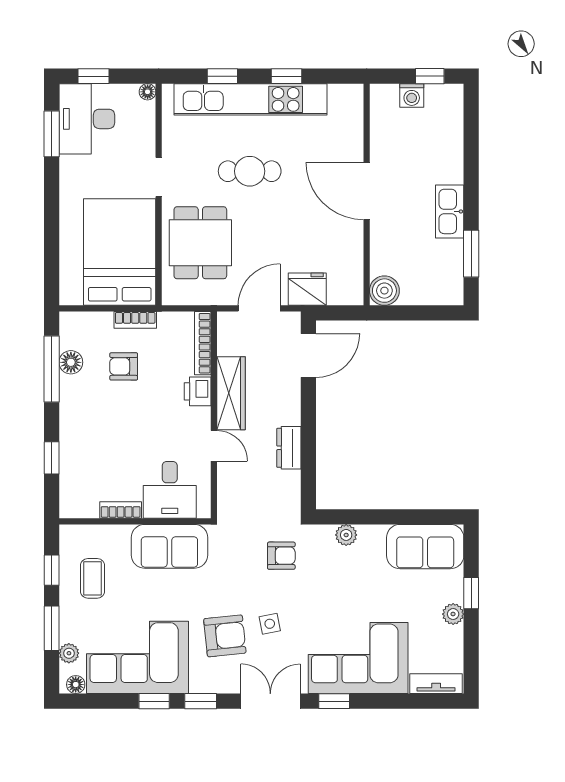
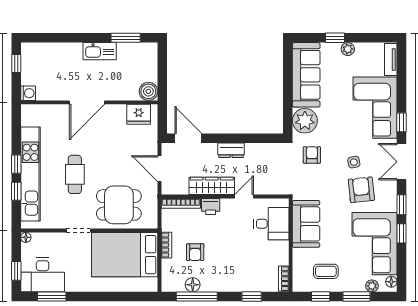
window: (286, 76) -> (16, 164), moved
washing machine: (412, 96) -> (28, 93), moved
fridge: (307, 289) -> (139, 114), moved, turned -90
dresser: (289, 448) -> (231, 150), moved
bookcase: (121, 510) -> (284, 279), moved
plant: (346, 535) -> (305, 121), width x1.88, depth x1.88
sofa: (425, 547) -> (306, 75), width x1.36

